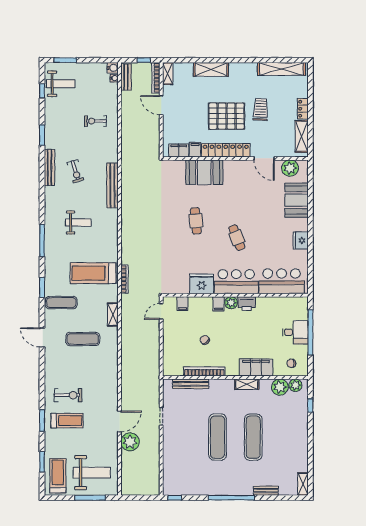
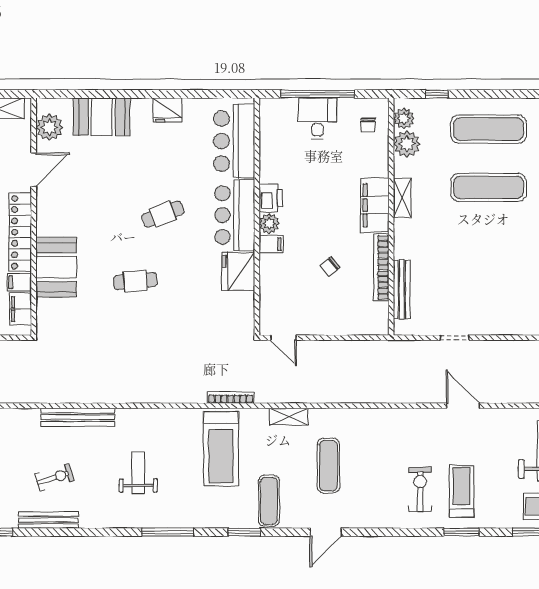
filing cabinet: (182, 304) -> (271, 303), removed
filing cabinet: (256, 367) -> (375, 205), moved
exercise mat: (217, 437) -> (489, 129), moved
plant: (130, 442) -> (496, 389), removed

